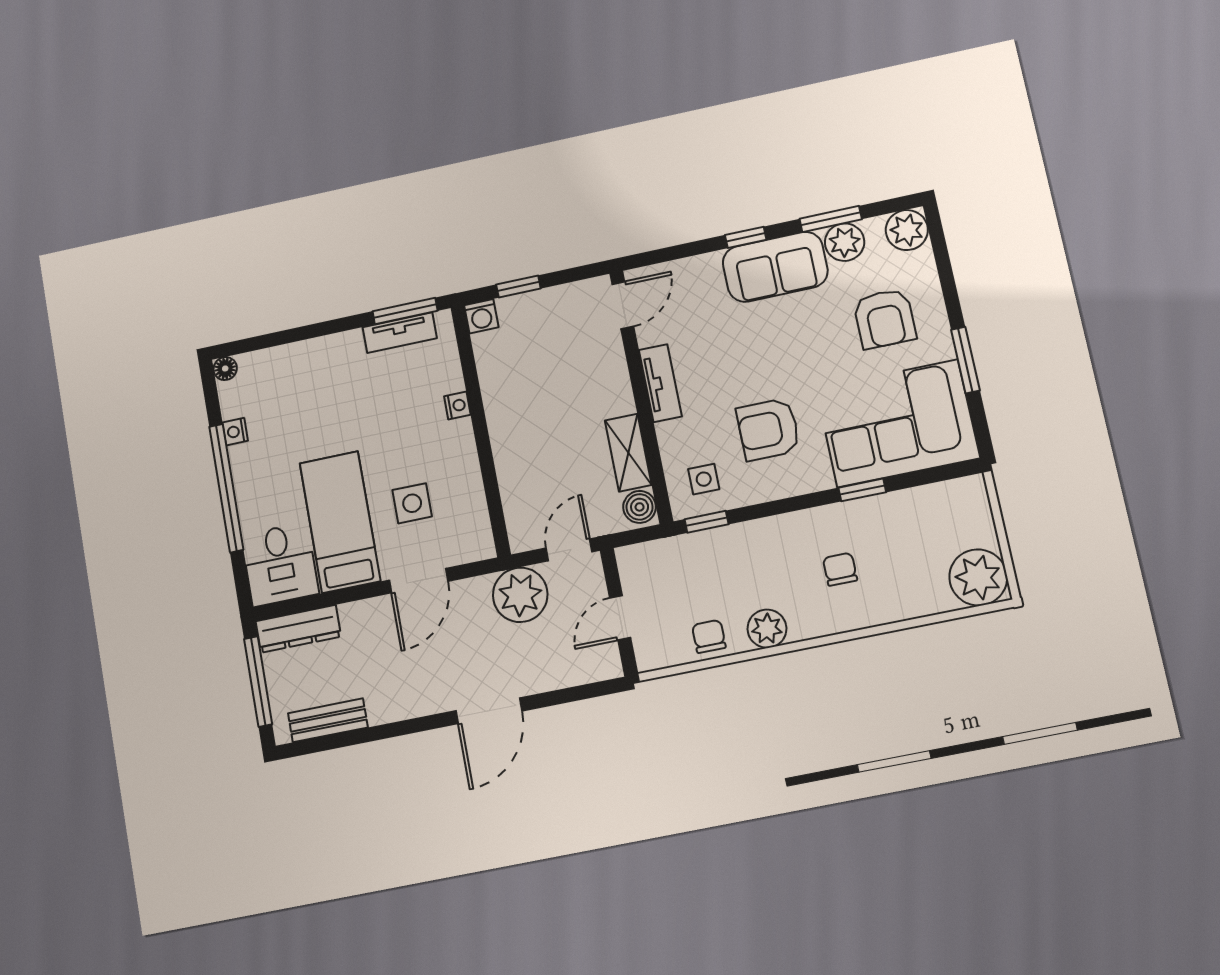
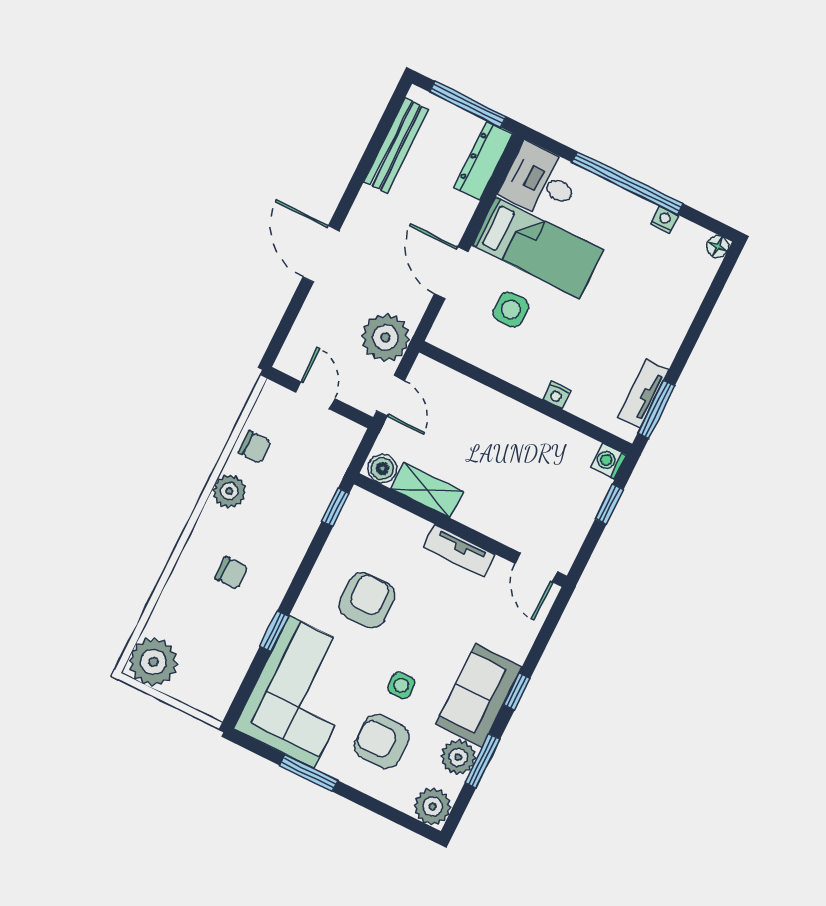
side table: (704, 479) -> (401, 685), moved
bench: (328, 720) -> (396, 145), width x1.36

